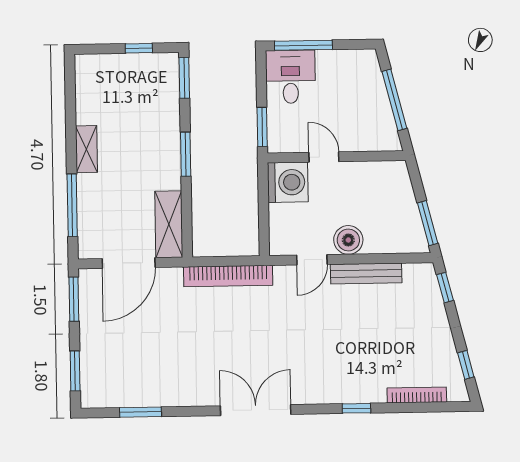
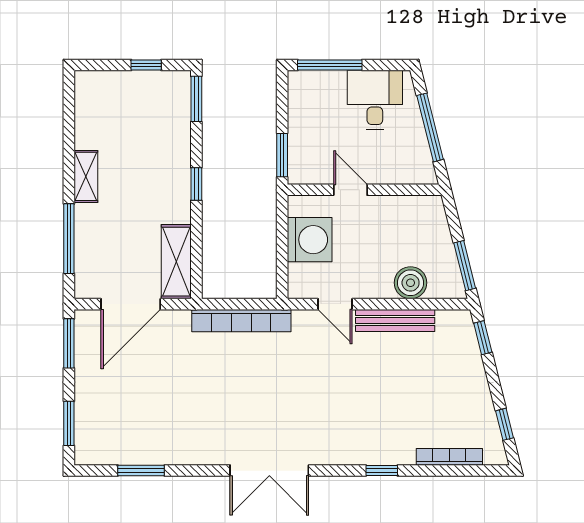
desk: (291, 77) -> (375, 100), moved
window: (186, 154) -> (196, 184), width x0.67
washing machine: (288, 182) -> (310, 240), moved
boiler: (348, 240) -> (411, 283), moved
door: (312, 260) -> (335, 304), hinge flipped
double door: (256, 410) -> (269, 471), swing flipped

